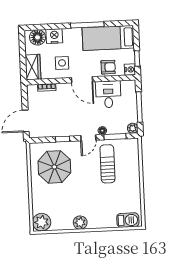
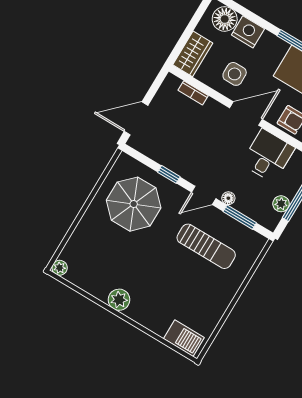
door: (82, 80) -> (246, 114), swing flipped
plant: (133, 128) -> (281, 204), moved
sun lounger: (107, 164) -> (206, 246), turned 90
plant: (42, 222) -> (60, 268), width x0.53, depth x0.53

